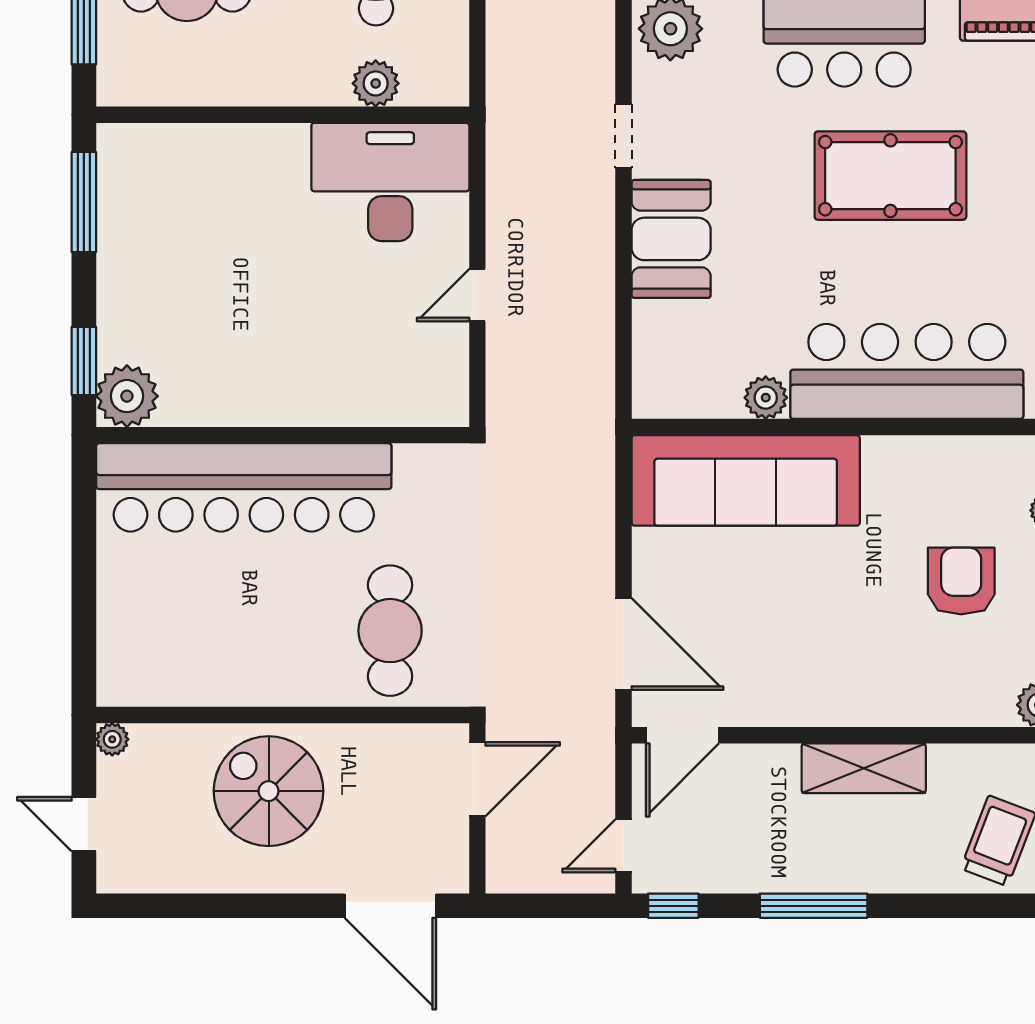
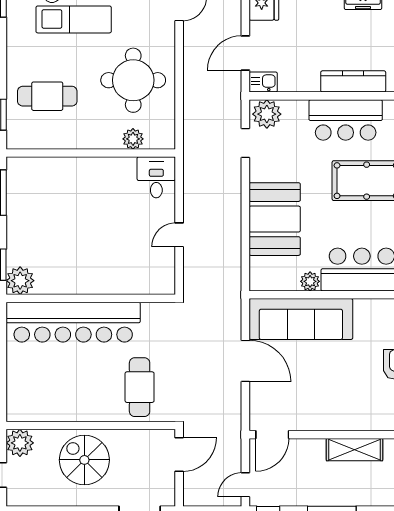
doorway: (623, 136) -> (245, 143), moved
desk: (390, 182) -> (156, 177), width x0.53, depth x0.77
booth: (671, 239) -> (275, 219), width x1.36, depth x1.42
door: (623, 644) -> (245, 361), moved
plant: (112, 739) -> (20, 443), width x1.87, depth x1.87

